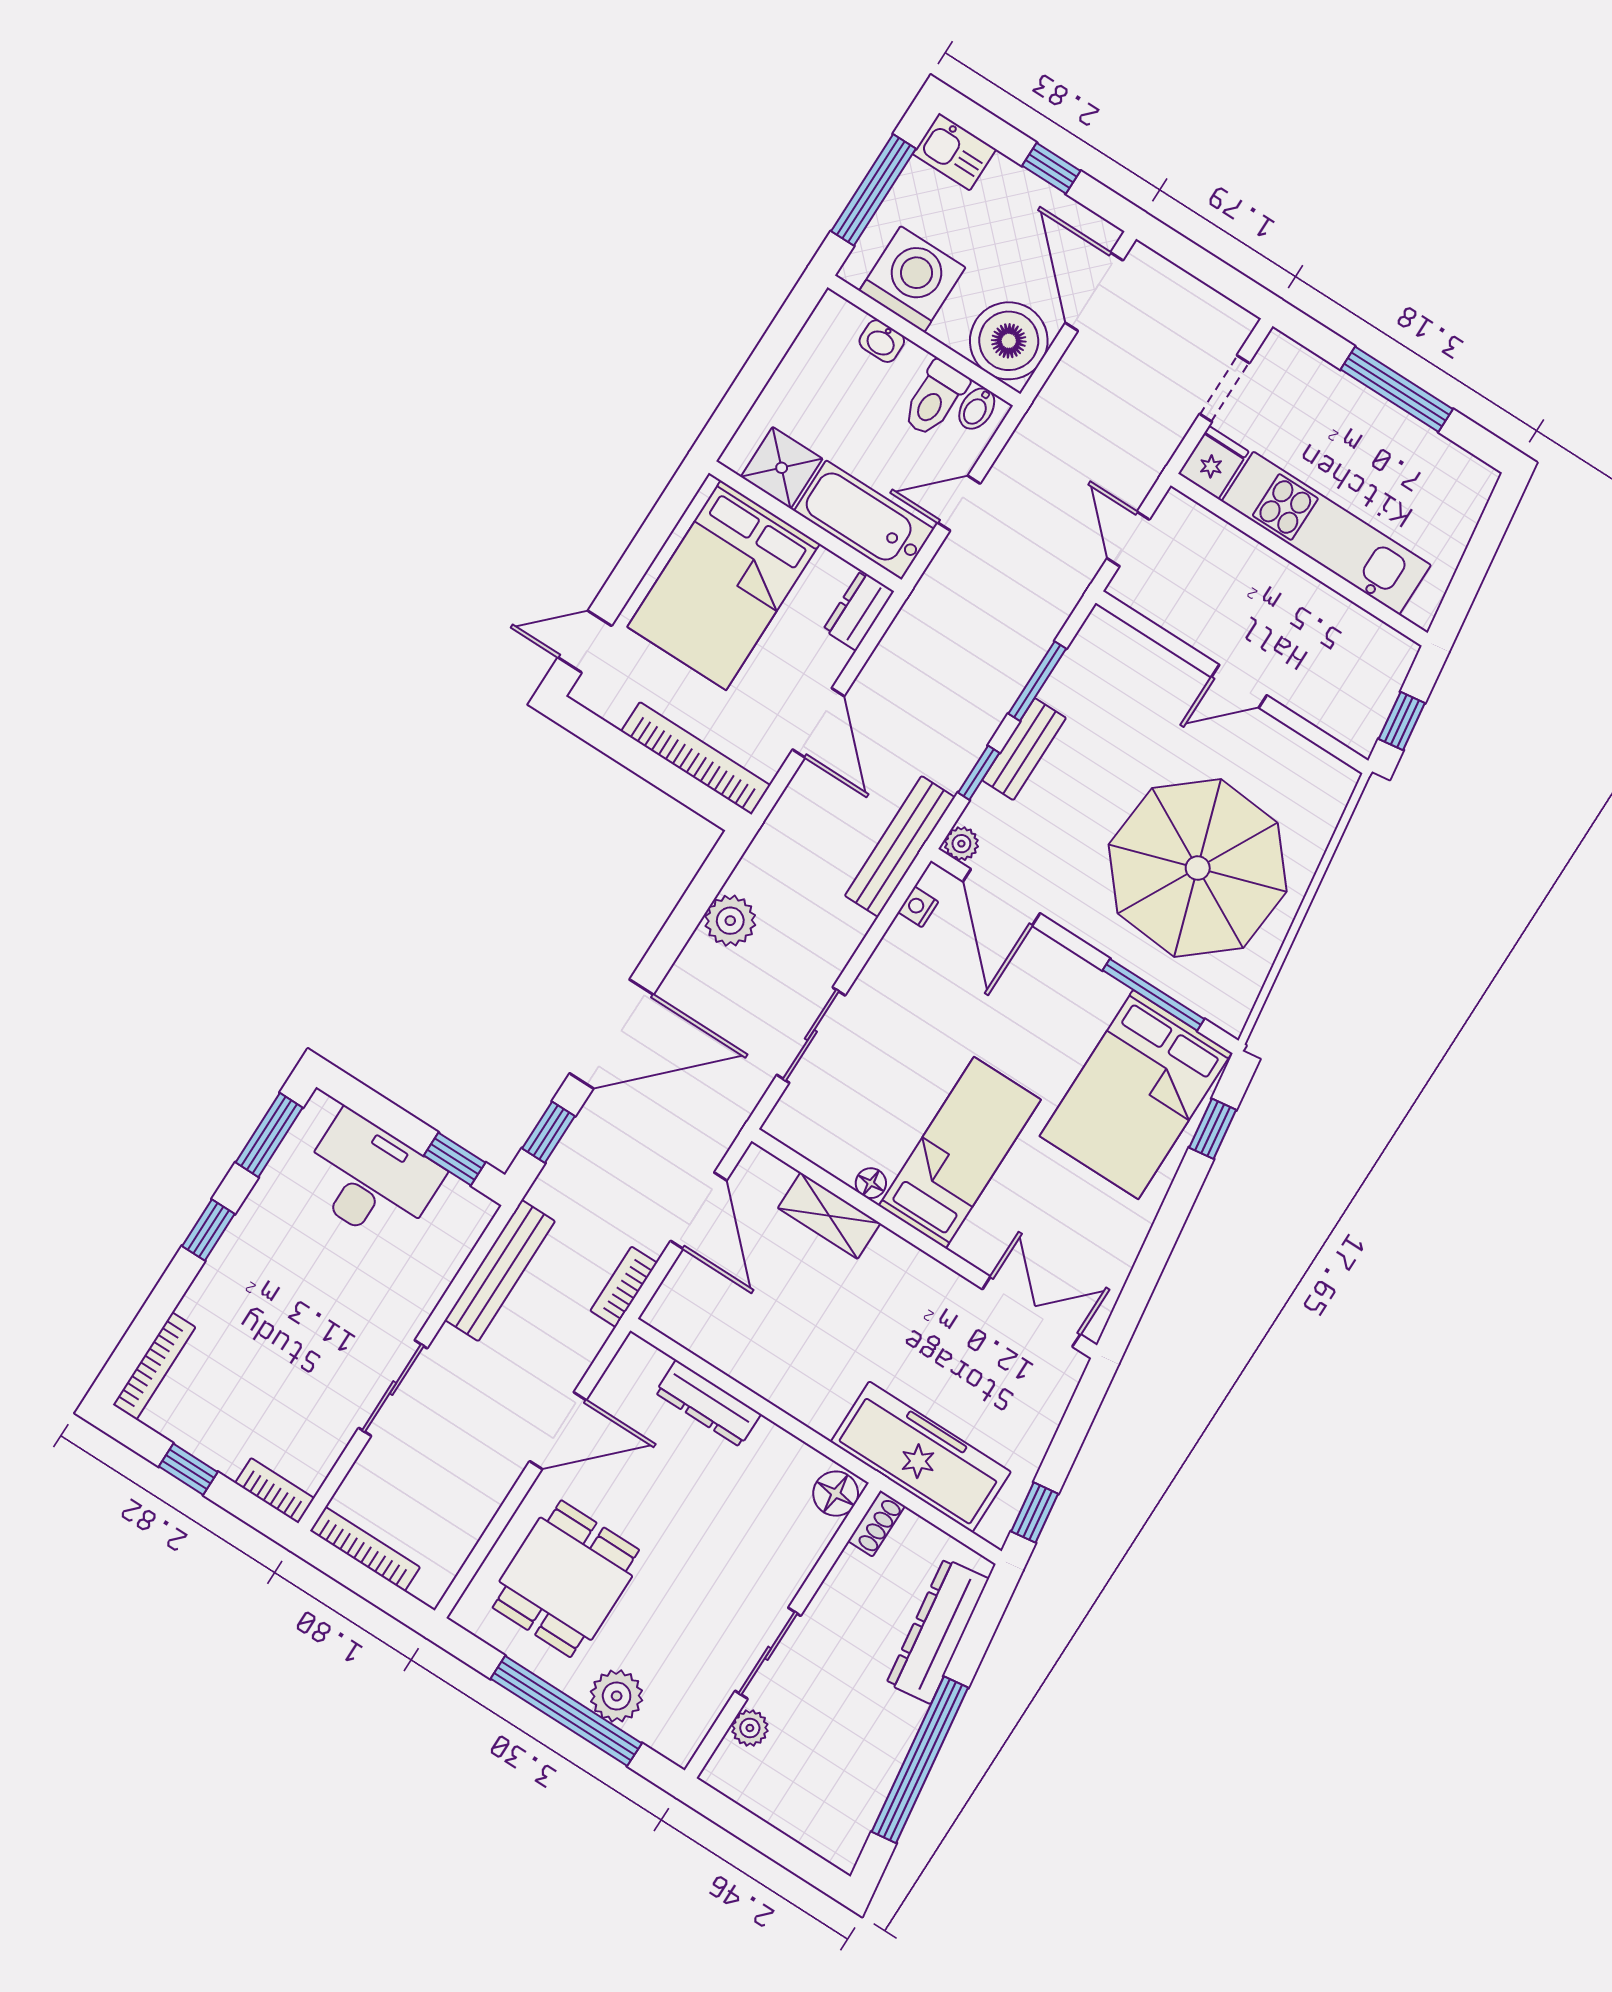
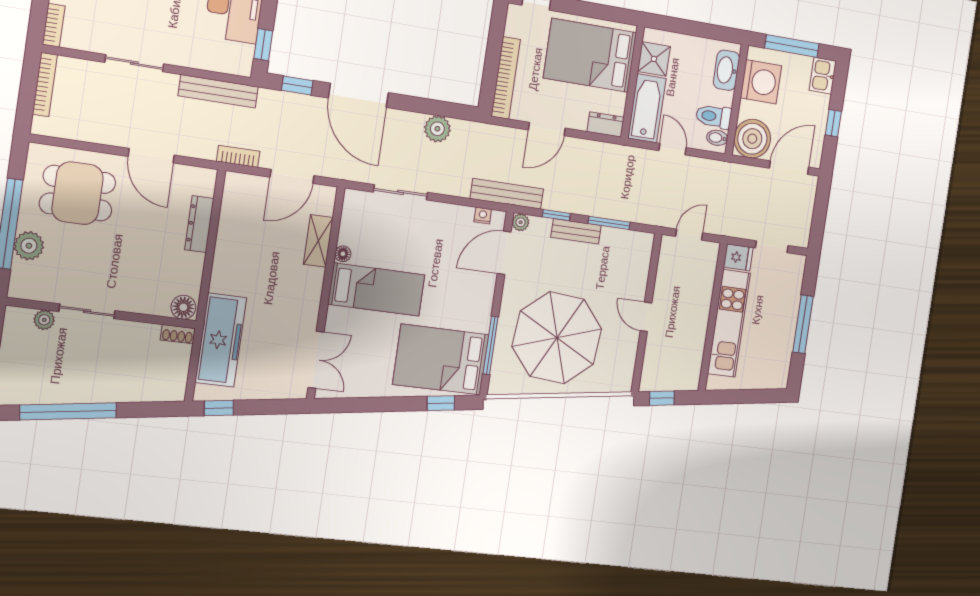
washbasin: (882, 341) -> (726, 70), width x1.91, depth x1.45
dresser: (938, 1631) -> (138, 389), removed

